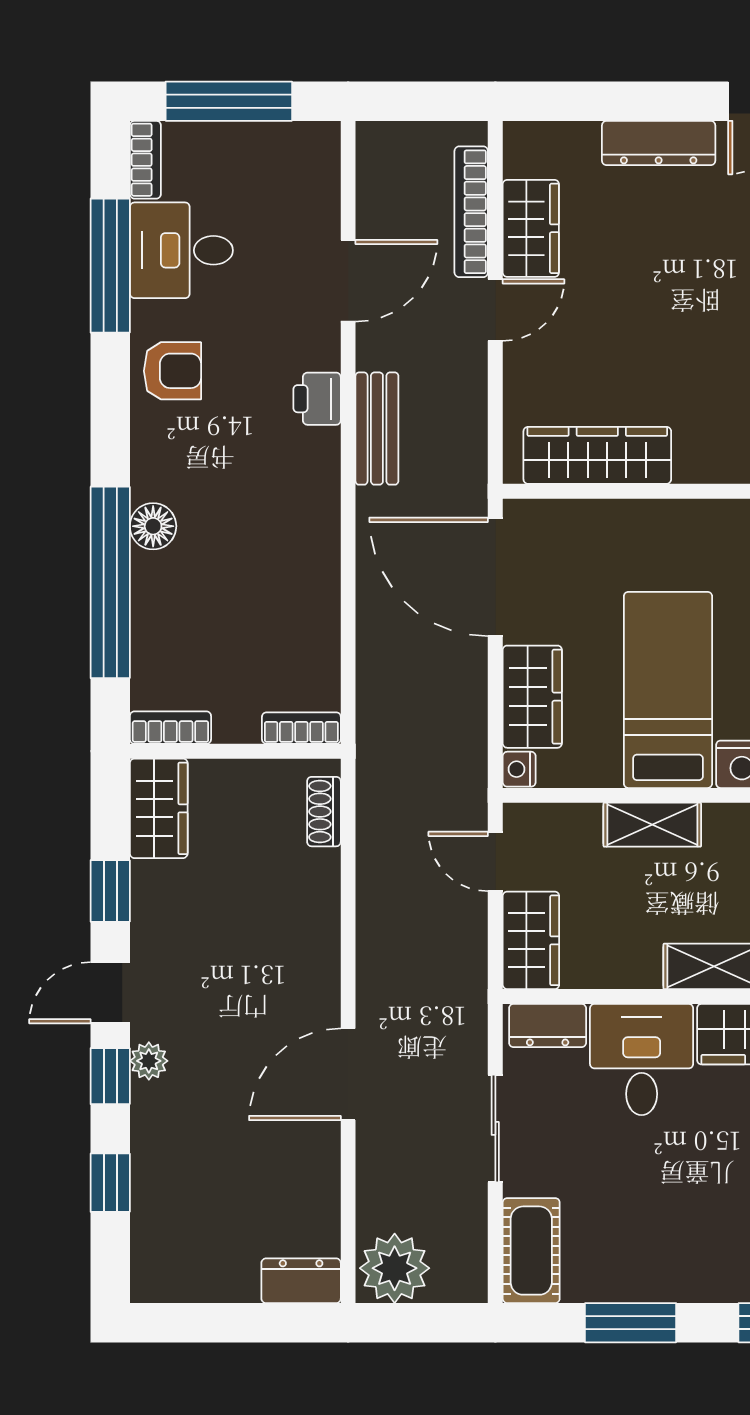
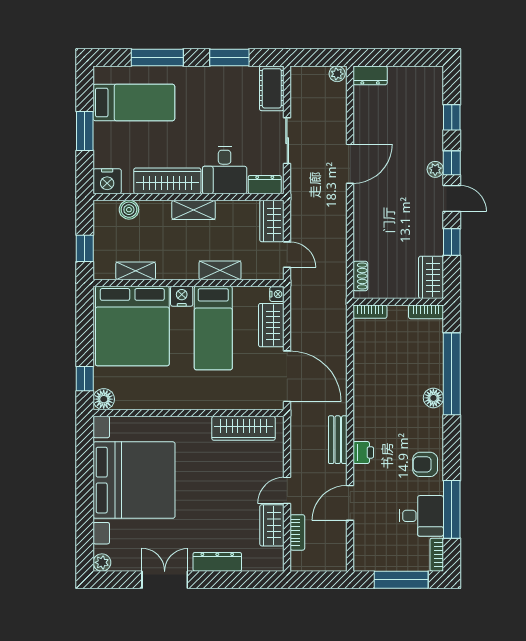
bookcase: (471, 212) -> (297, 532), width x0.64
door: (110, 993) -> (452, 199), hinge flipped
plant: (395, 1268) -> (337, 74), width x0.53, depth x0.53

